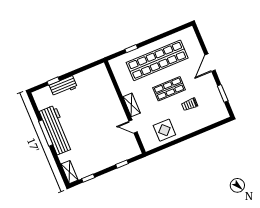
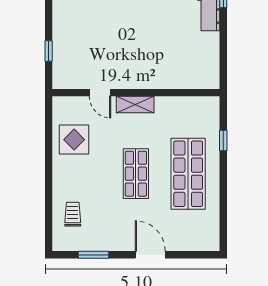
shop shelf: (157, 60) -> (188, 174), width x0.71
trolley: (190, 104) -> (73, 214), moved
door: (133, 127) -> (100, 93), swing flipped

